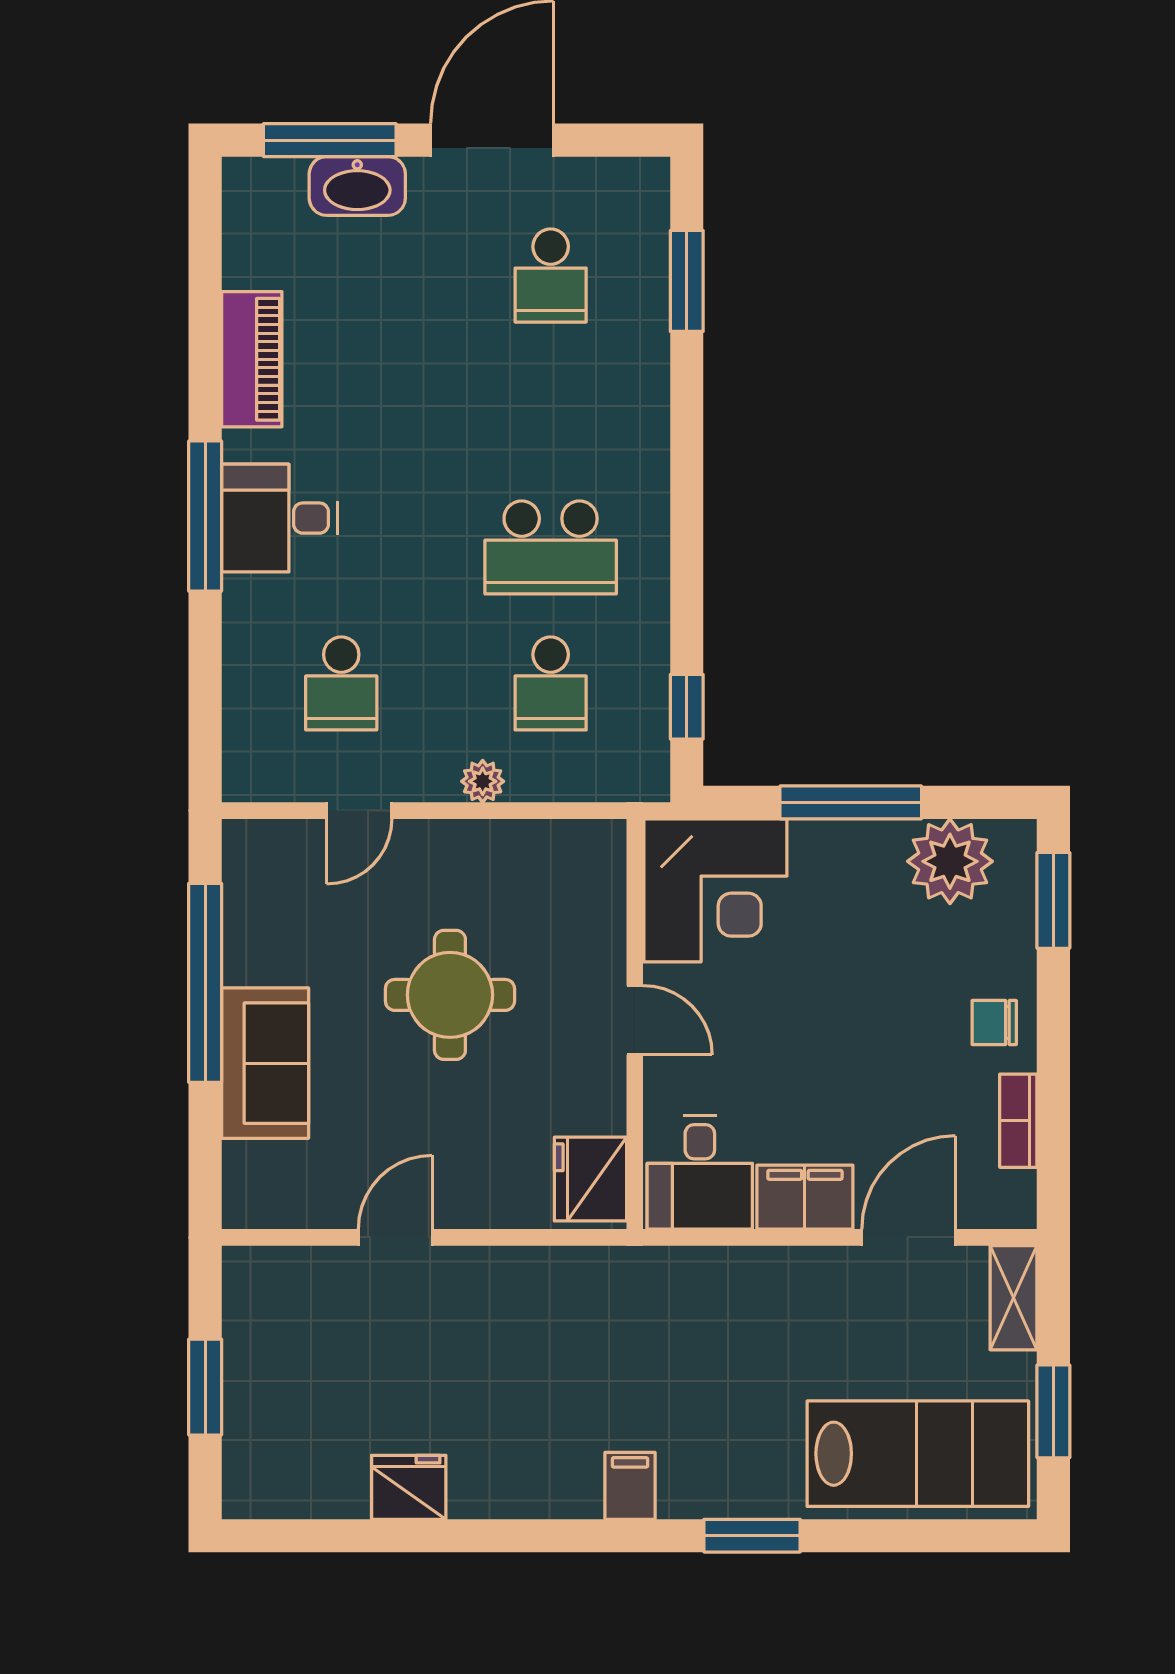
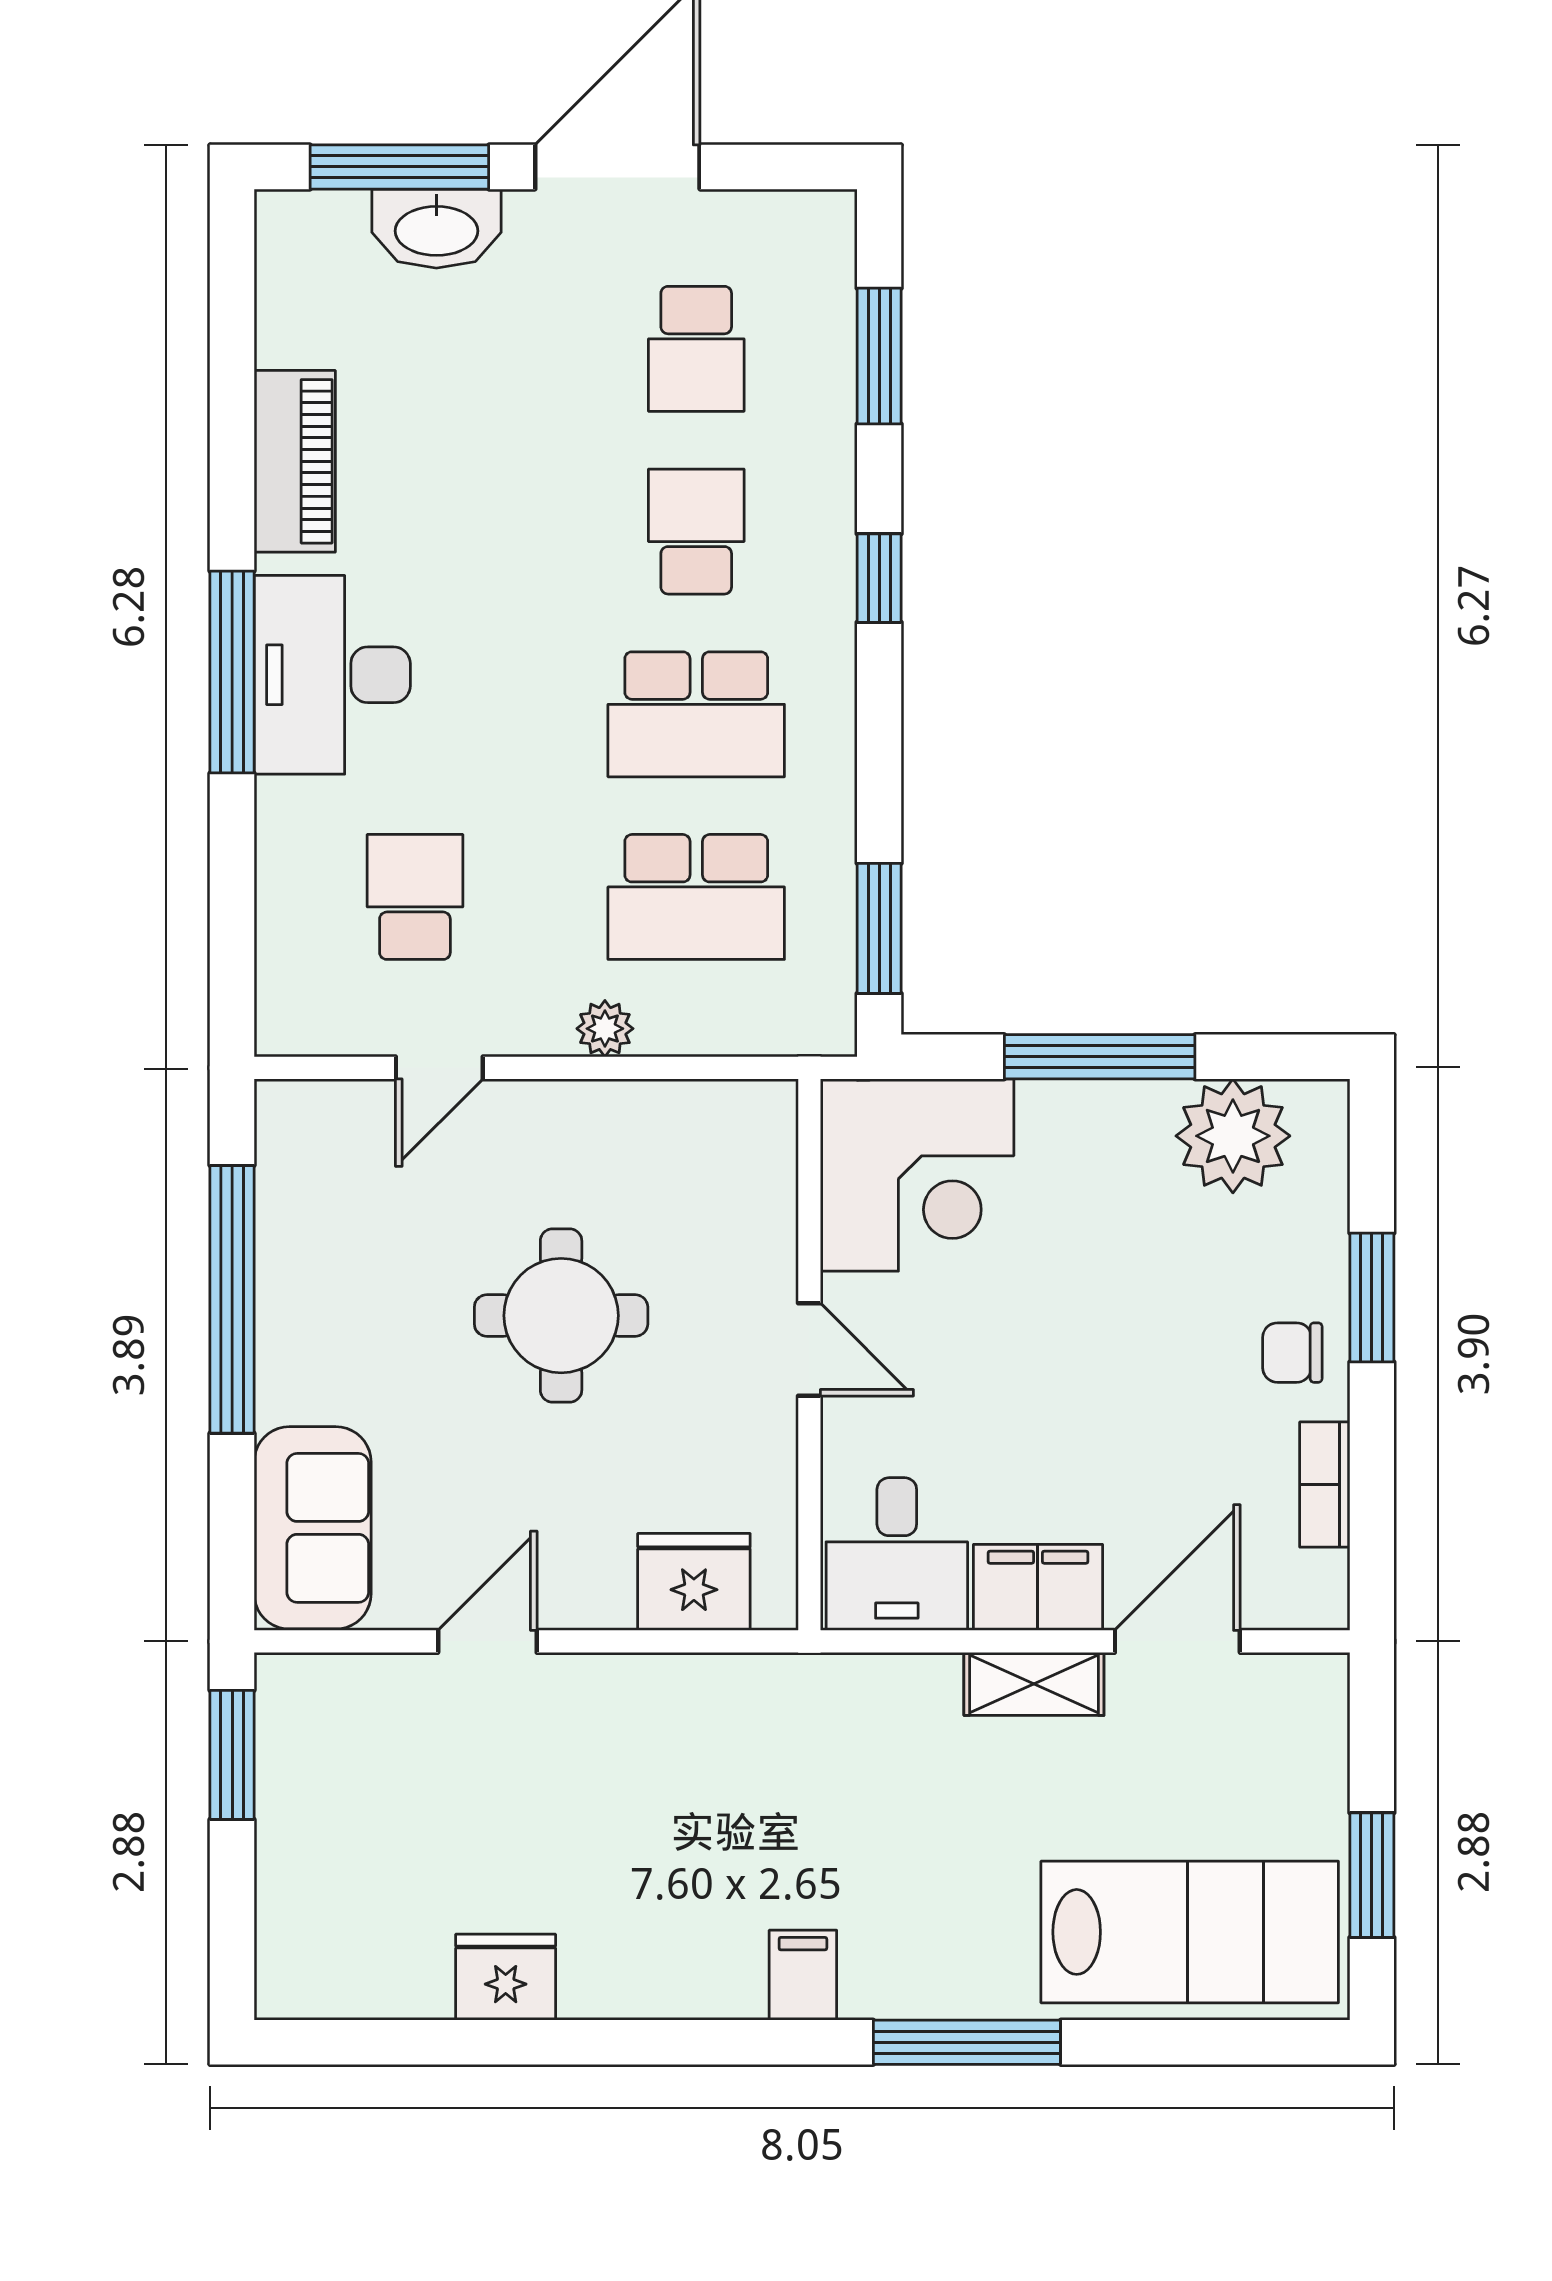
school desk: (551, 411) -> (696, 532), added
window: (687, 446) -> (879, 578), added
desk: (280, 518) -> (332, 675), width x1.37
school desk: (341, 683) -> (415, 897), turned 180
school desk: (551, 683) -> (696, 897), width x1.85
window: (687, 707) -> (879, 928), width x1.50
window: (1053, 900) -> (1372, 1297), moved
sofa: (265, 1063) -> (313, 1528), moved
fridge: (590, 1179) -> (694, 1582), moved, turned 90
shelving: (1014, 1298) -> (1034, 1684), moved, turned 90
window: (205, 1387) -> (232, 1755), moved
window: (752, 1536) -> (967, 2042), width x1.44

